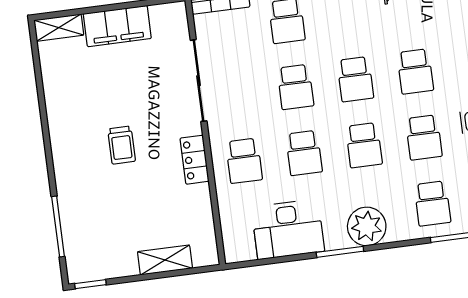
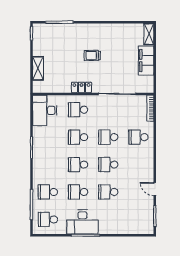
plant: (367, 226) -> (41, 161), removed
desk: (288, 229) -> (45, 110), moved

